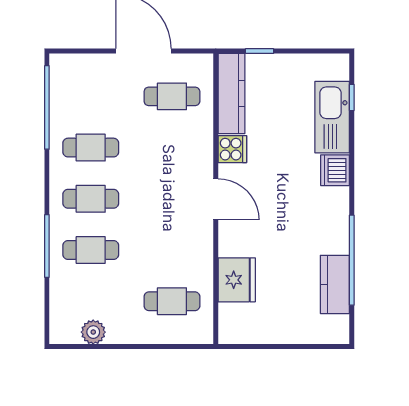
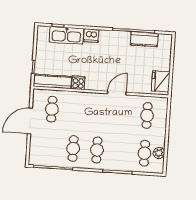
door: (216, 199) -> (117, 93), moved
cafe table: (91, 250) -> (145, 153), moved
fridge: (237, 280) -> (161, 81), moved, turned -90

